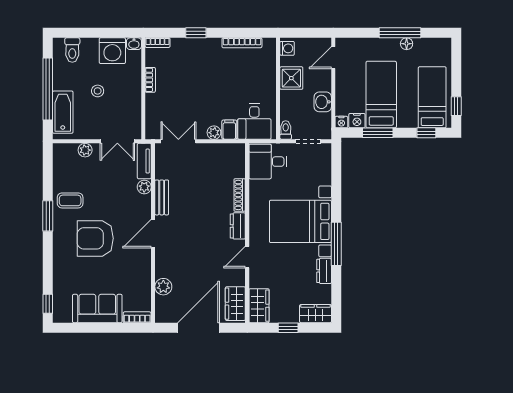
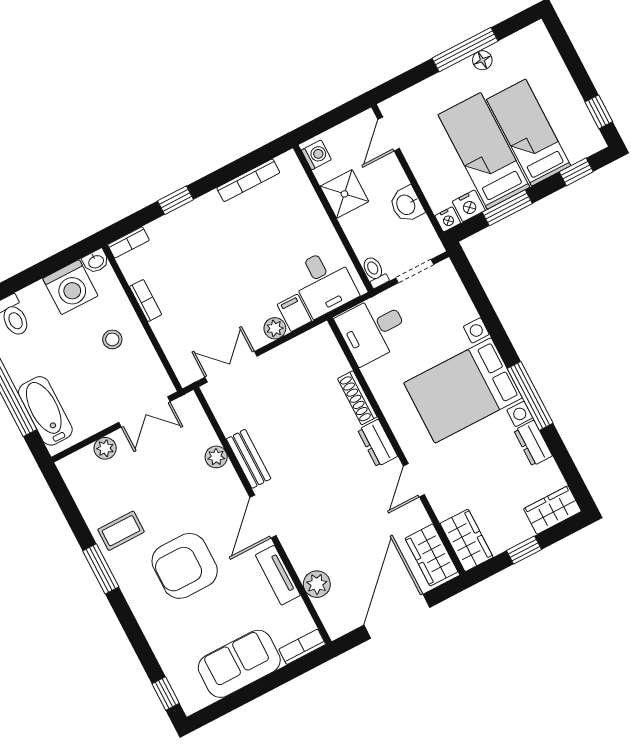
stool: (98, 91) -> (112, 339), moved
bed: (432, 97) -> (529, 133), moved
tv unit: (144, 161) -> (278, 575), moved

